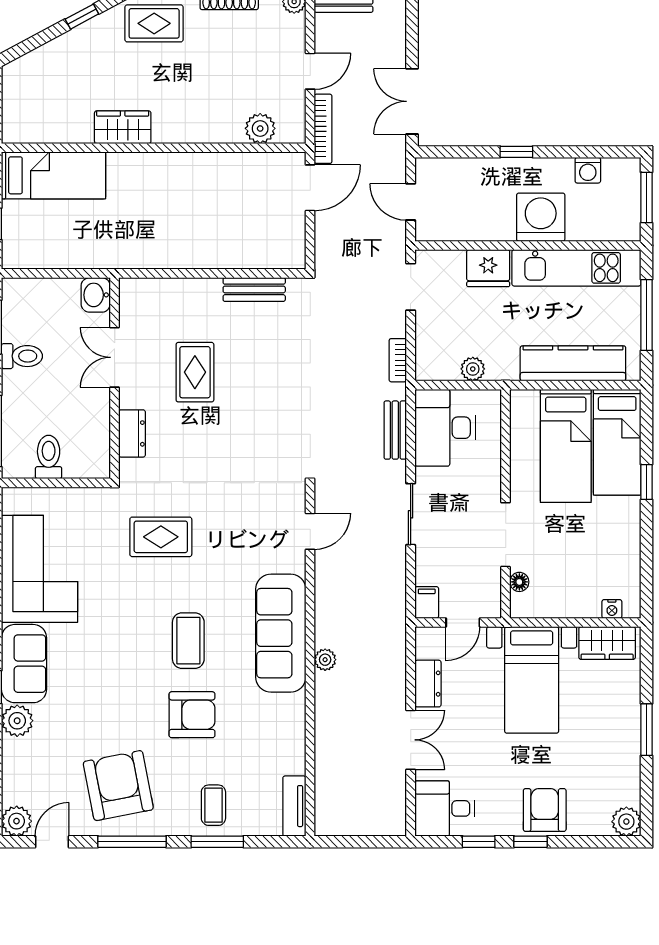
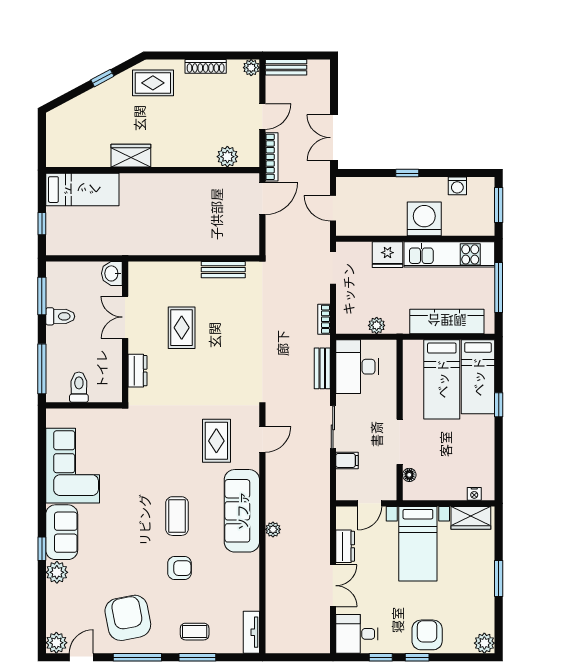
rug: (161, 537) -> (216, 441), moved, turned 90
filing cabinet: (427, 602) -> (347, 460), moved, turned 90
armchair: (192, 715) -> (180, 568), width x0.72, depth x0.72
coffee table: (213, 805) -> (195, 632), turned 90

